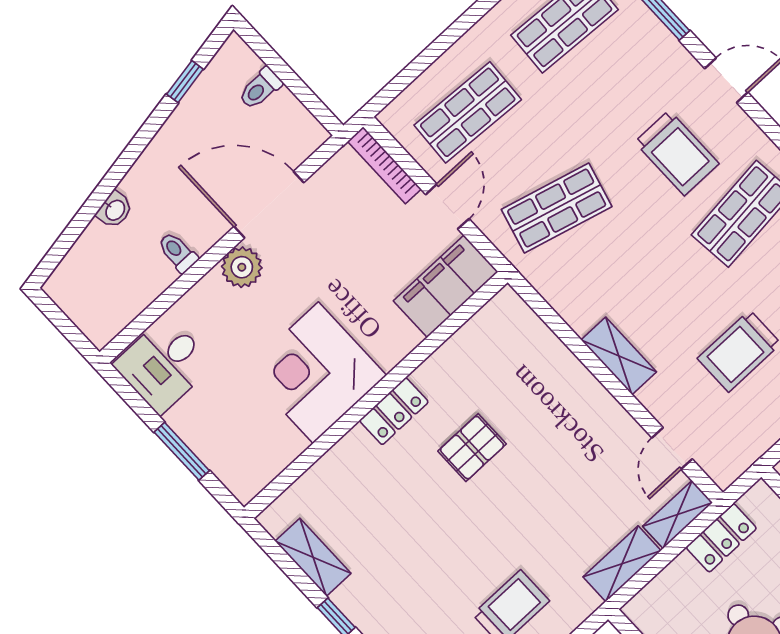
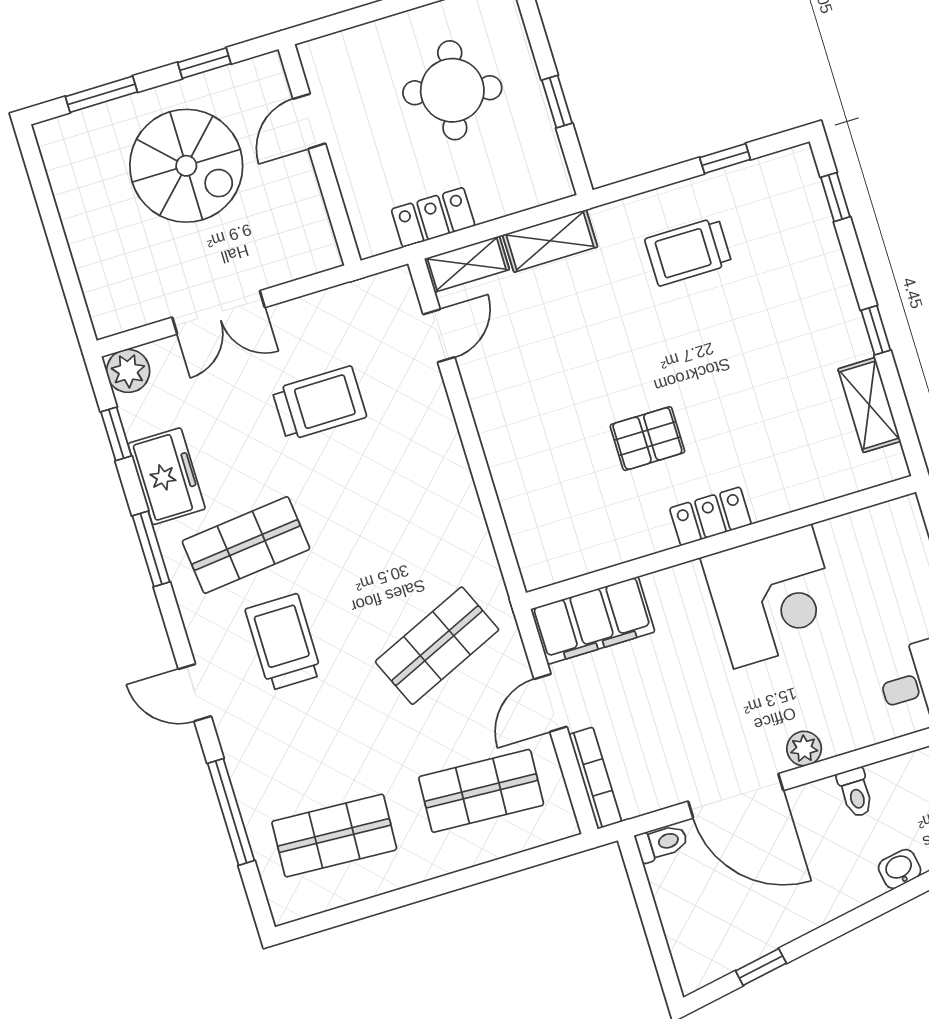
toilet: (260, 88) -> (662, 843), moved
shop shelf: (557, 208) -> (437, 646), turned -39
plant: (242, 267) -> (804, 749), width x0.73, depth x0.73
shelving: (619, 356) -> (447, 460), removed

